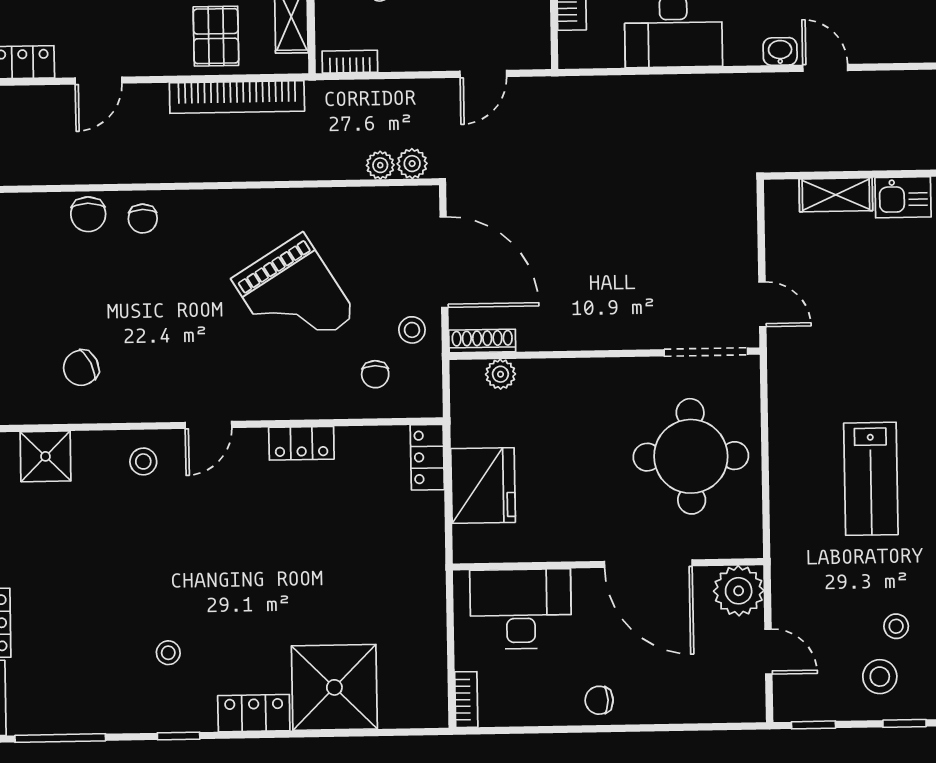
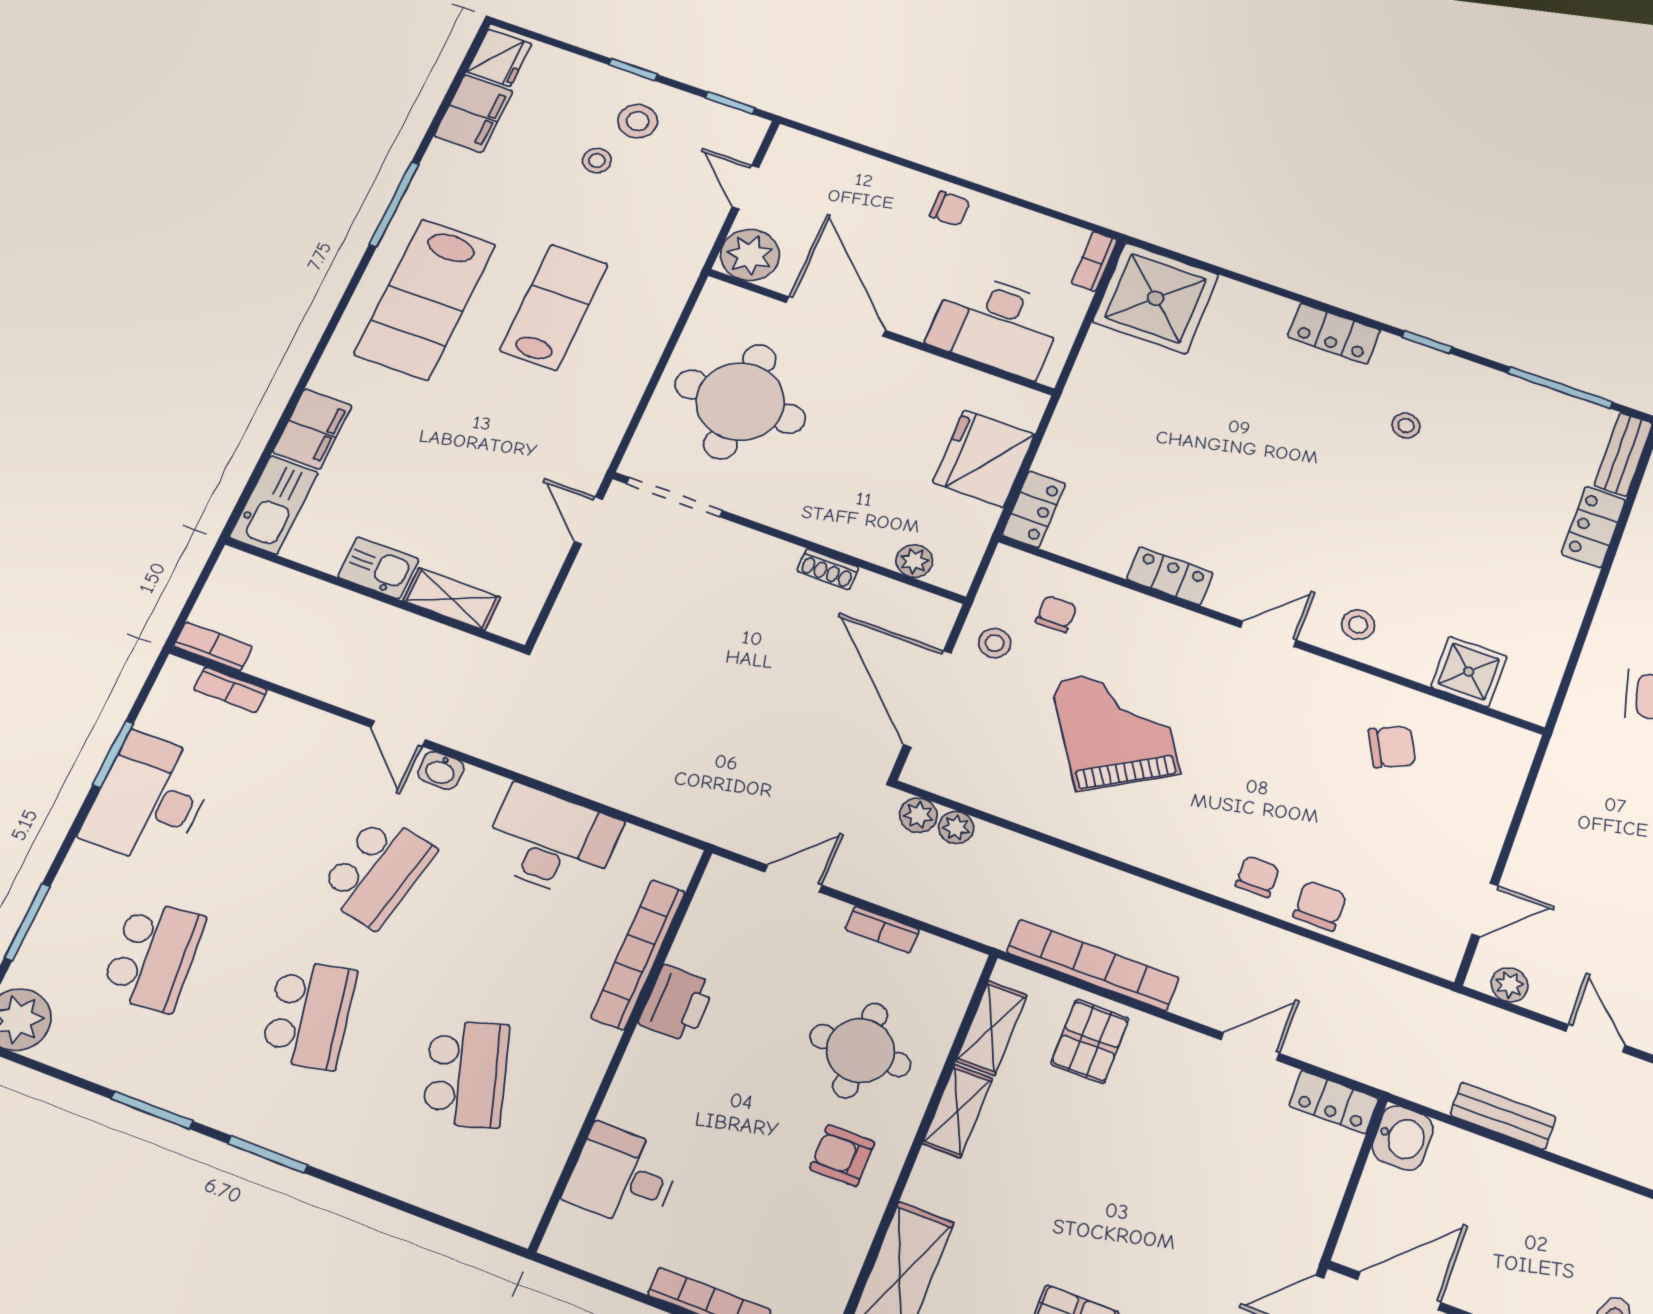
bookcase: (350, 62) -> (882, 930), moved
shoe rack: (482, 341) -> (828, 569), moved, width x0.70
shower: (334, 687) -> (1156, 298), moved

